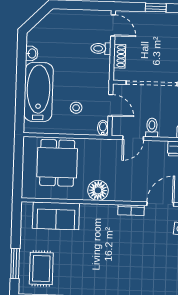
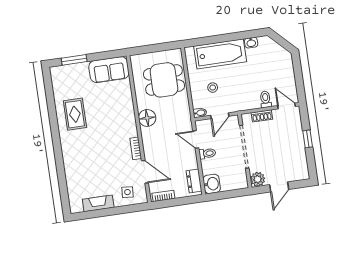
door: (113, 25) -> (286, 106), swing flipped
sofa: (56, 216) -> (109, 70), moved, turned -90
rug: (41, 268) -> (75, 114), moved, turned 90

